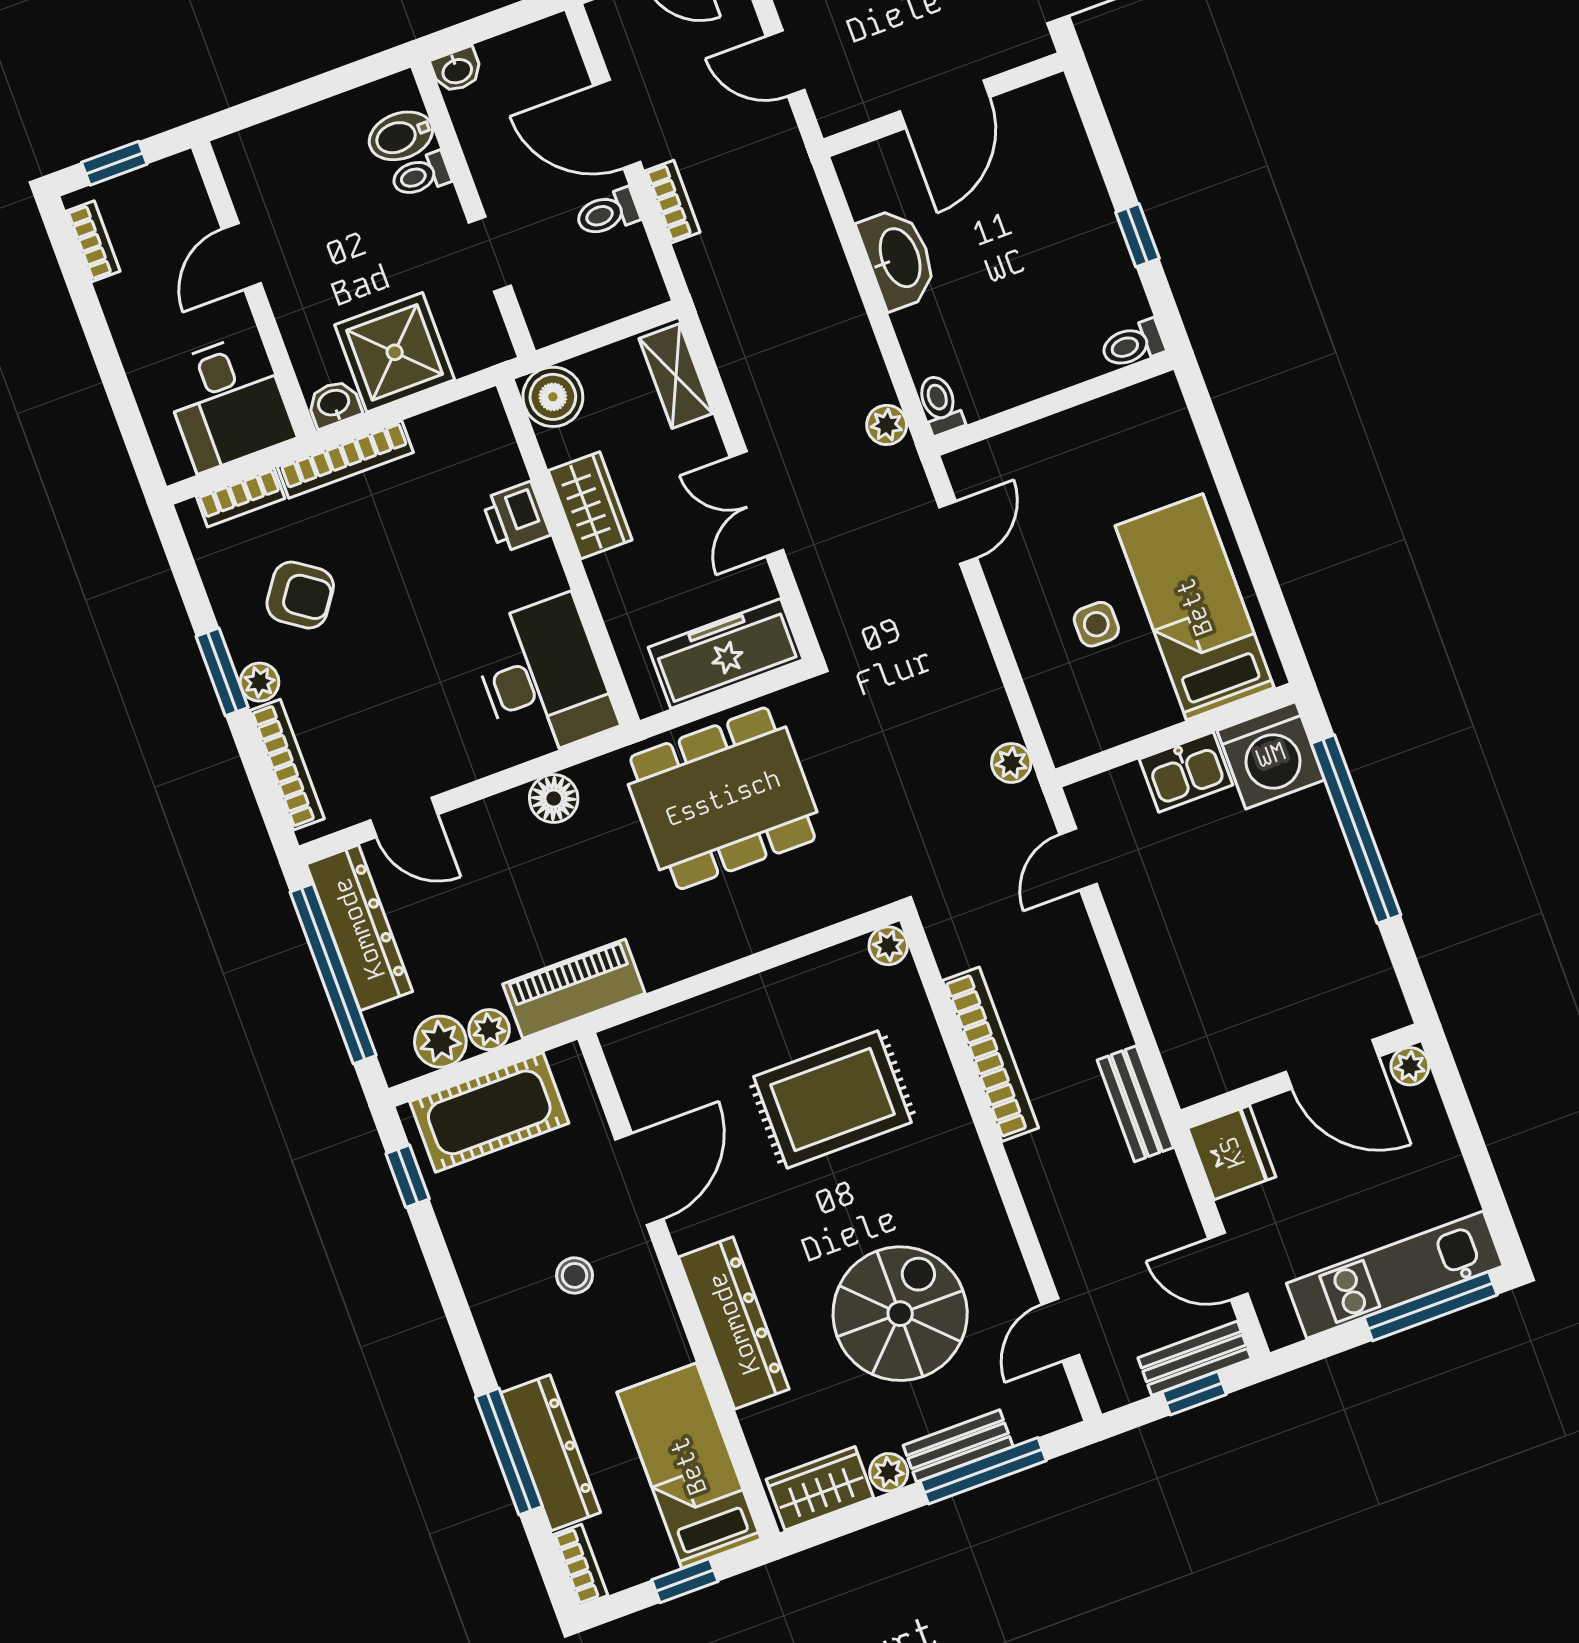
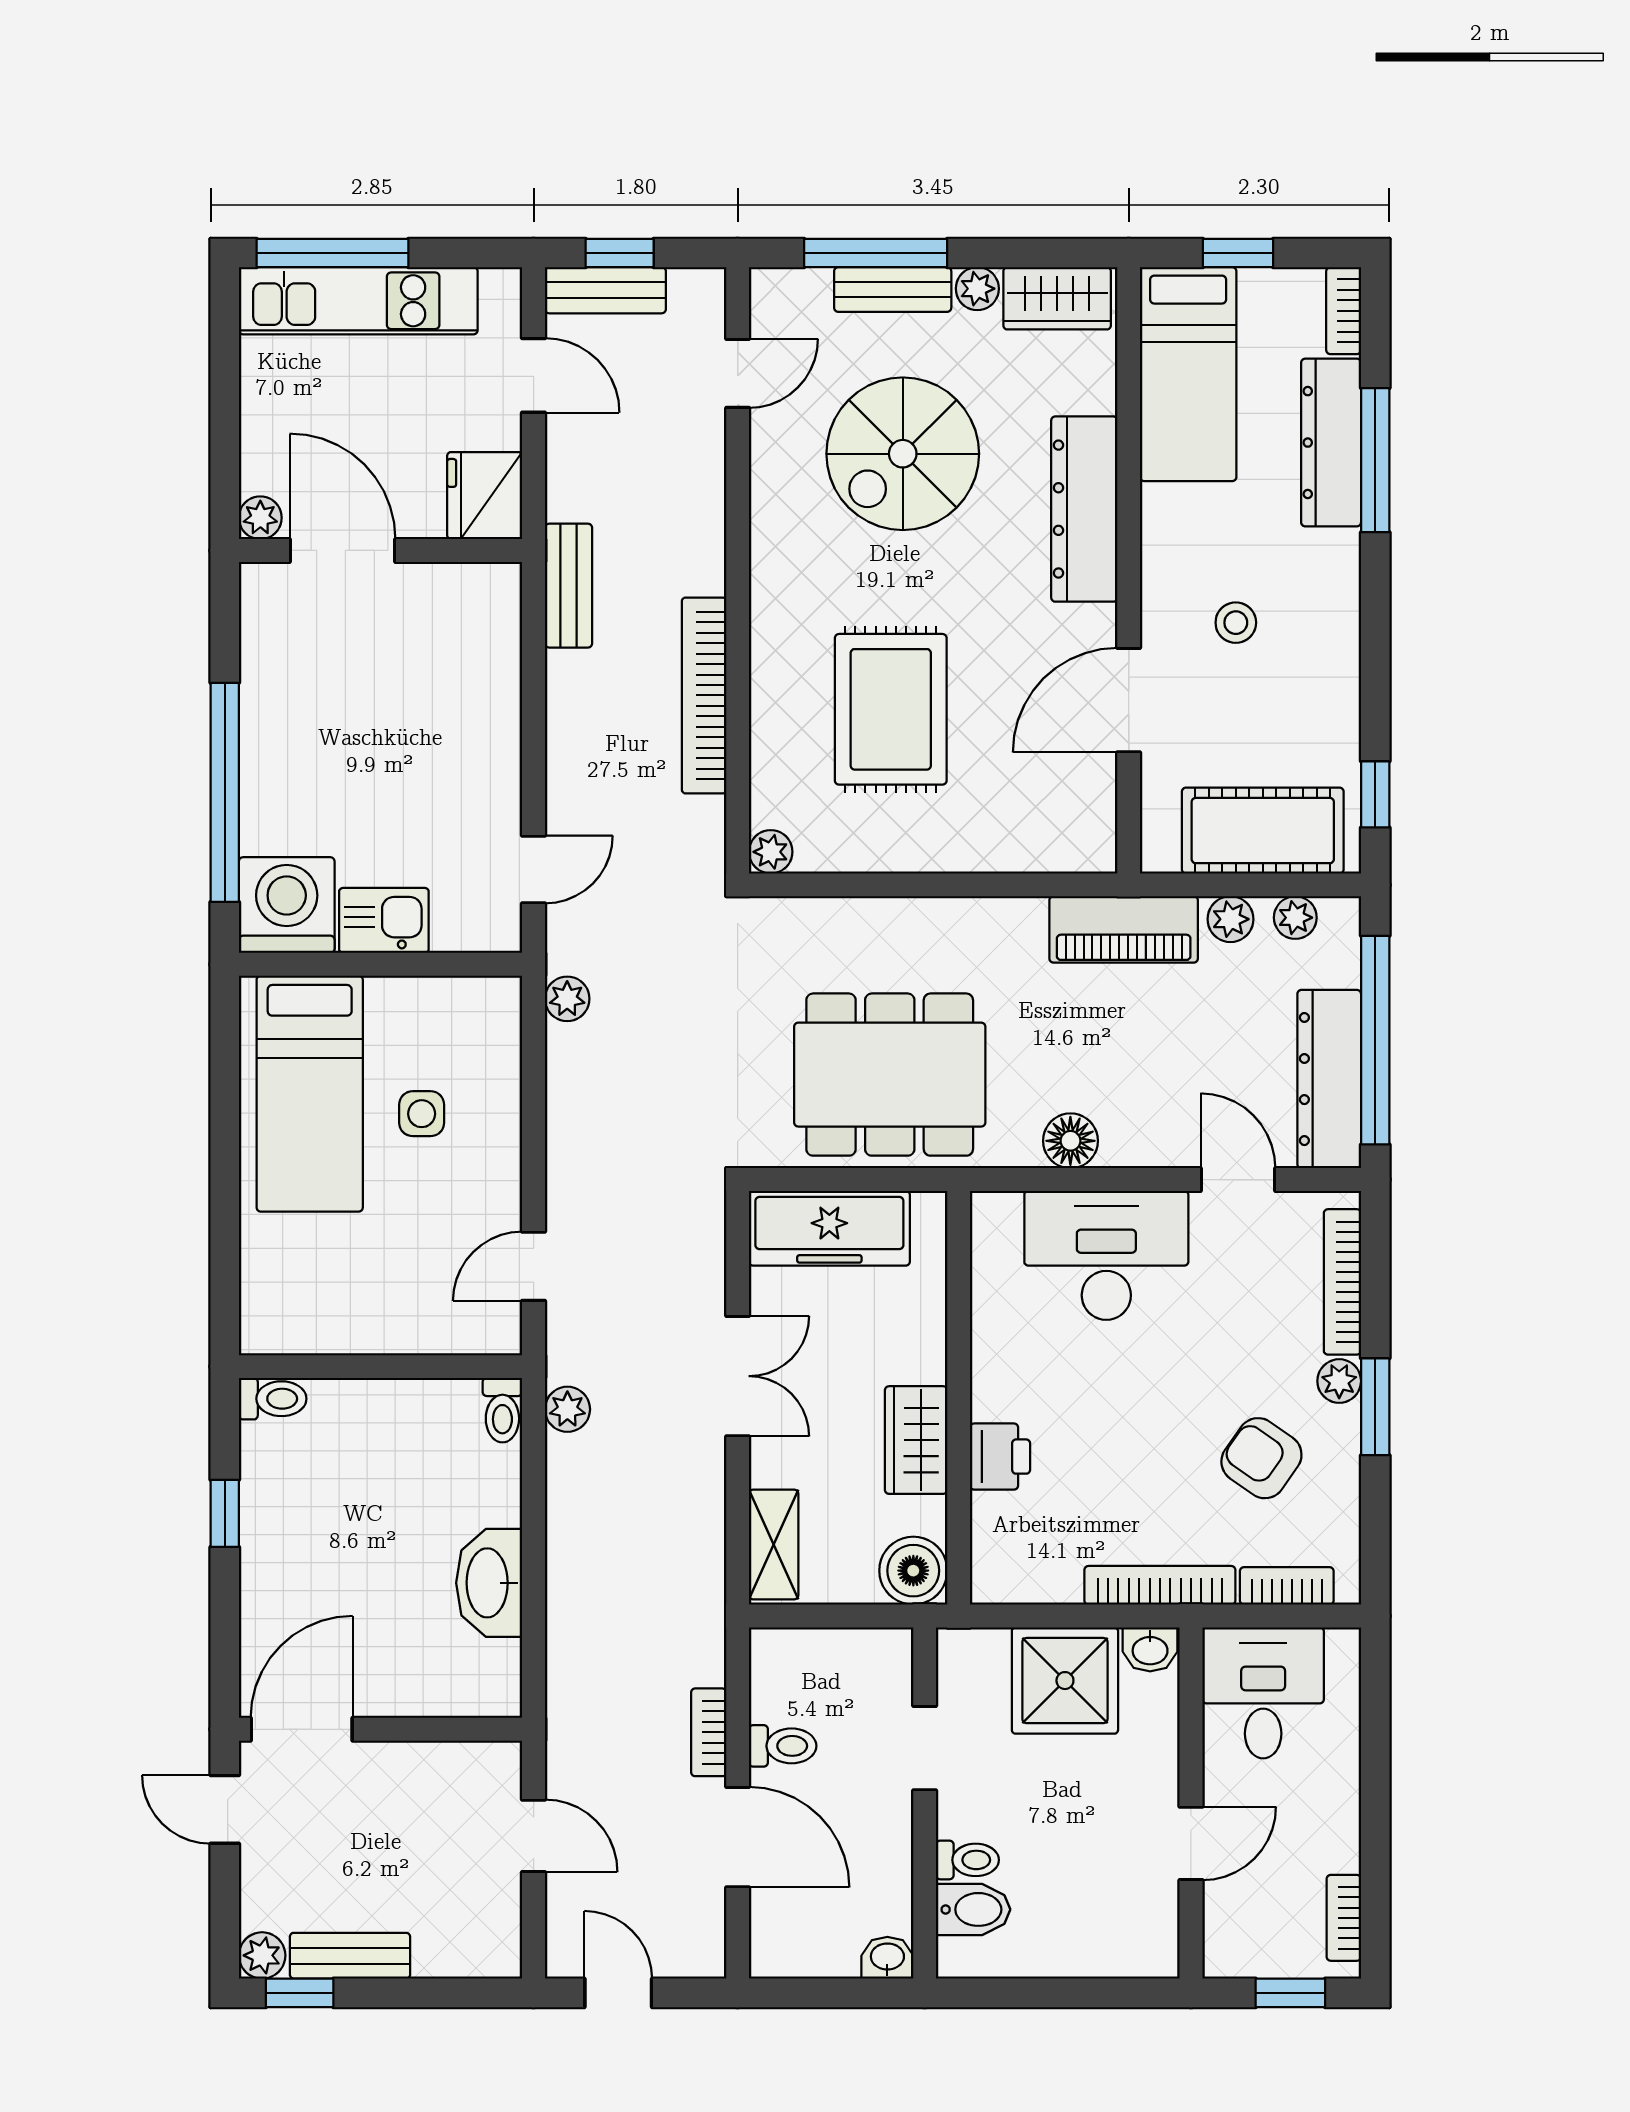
door: (945, 104) -> (302, 1729), moved
desk: (543, 678) -> (1106, 1255), moved, turned 90
plant: (440, 1042) -> (1295, 918), width x0.73, depth x0.73
rug: (832, 1099) -> (891, 709), turned 90

